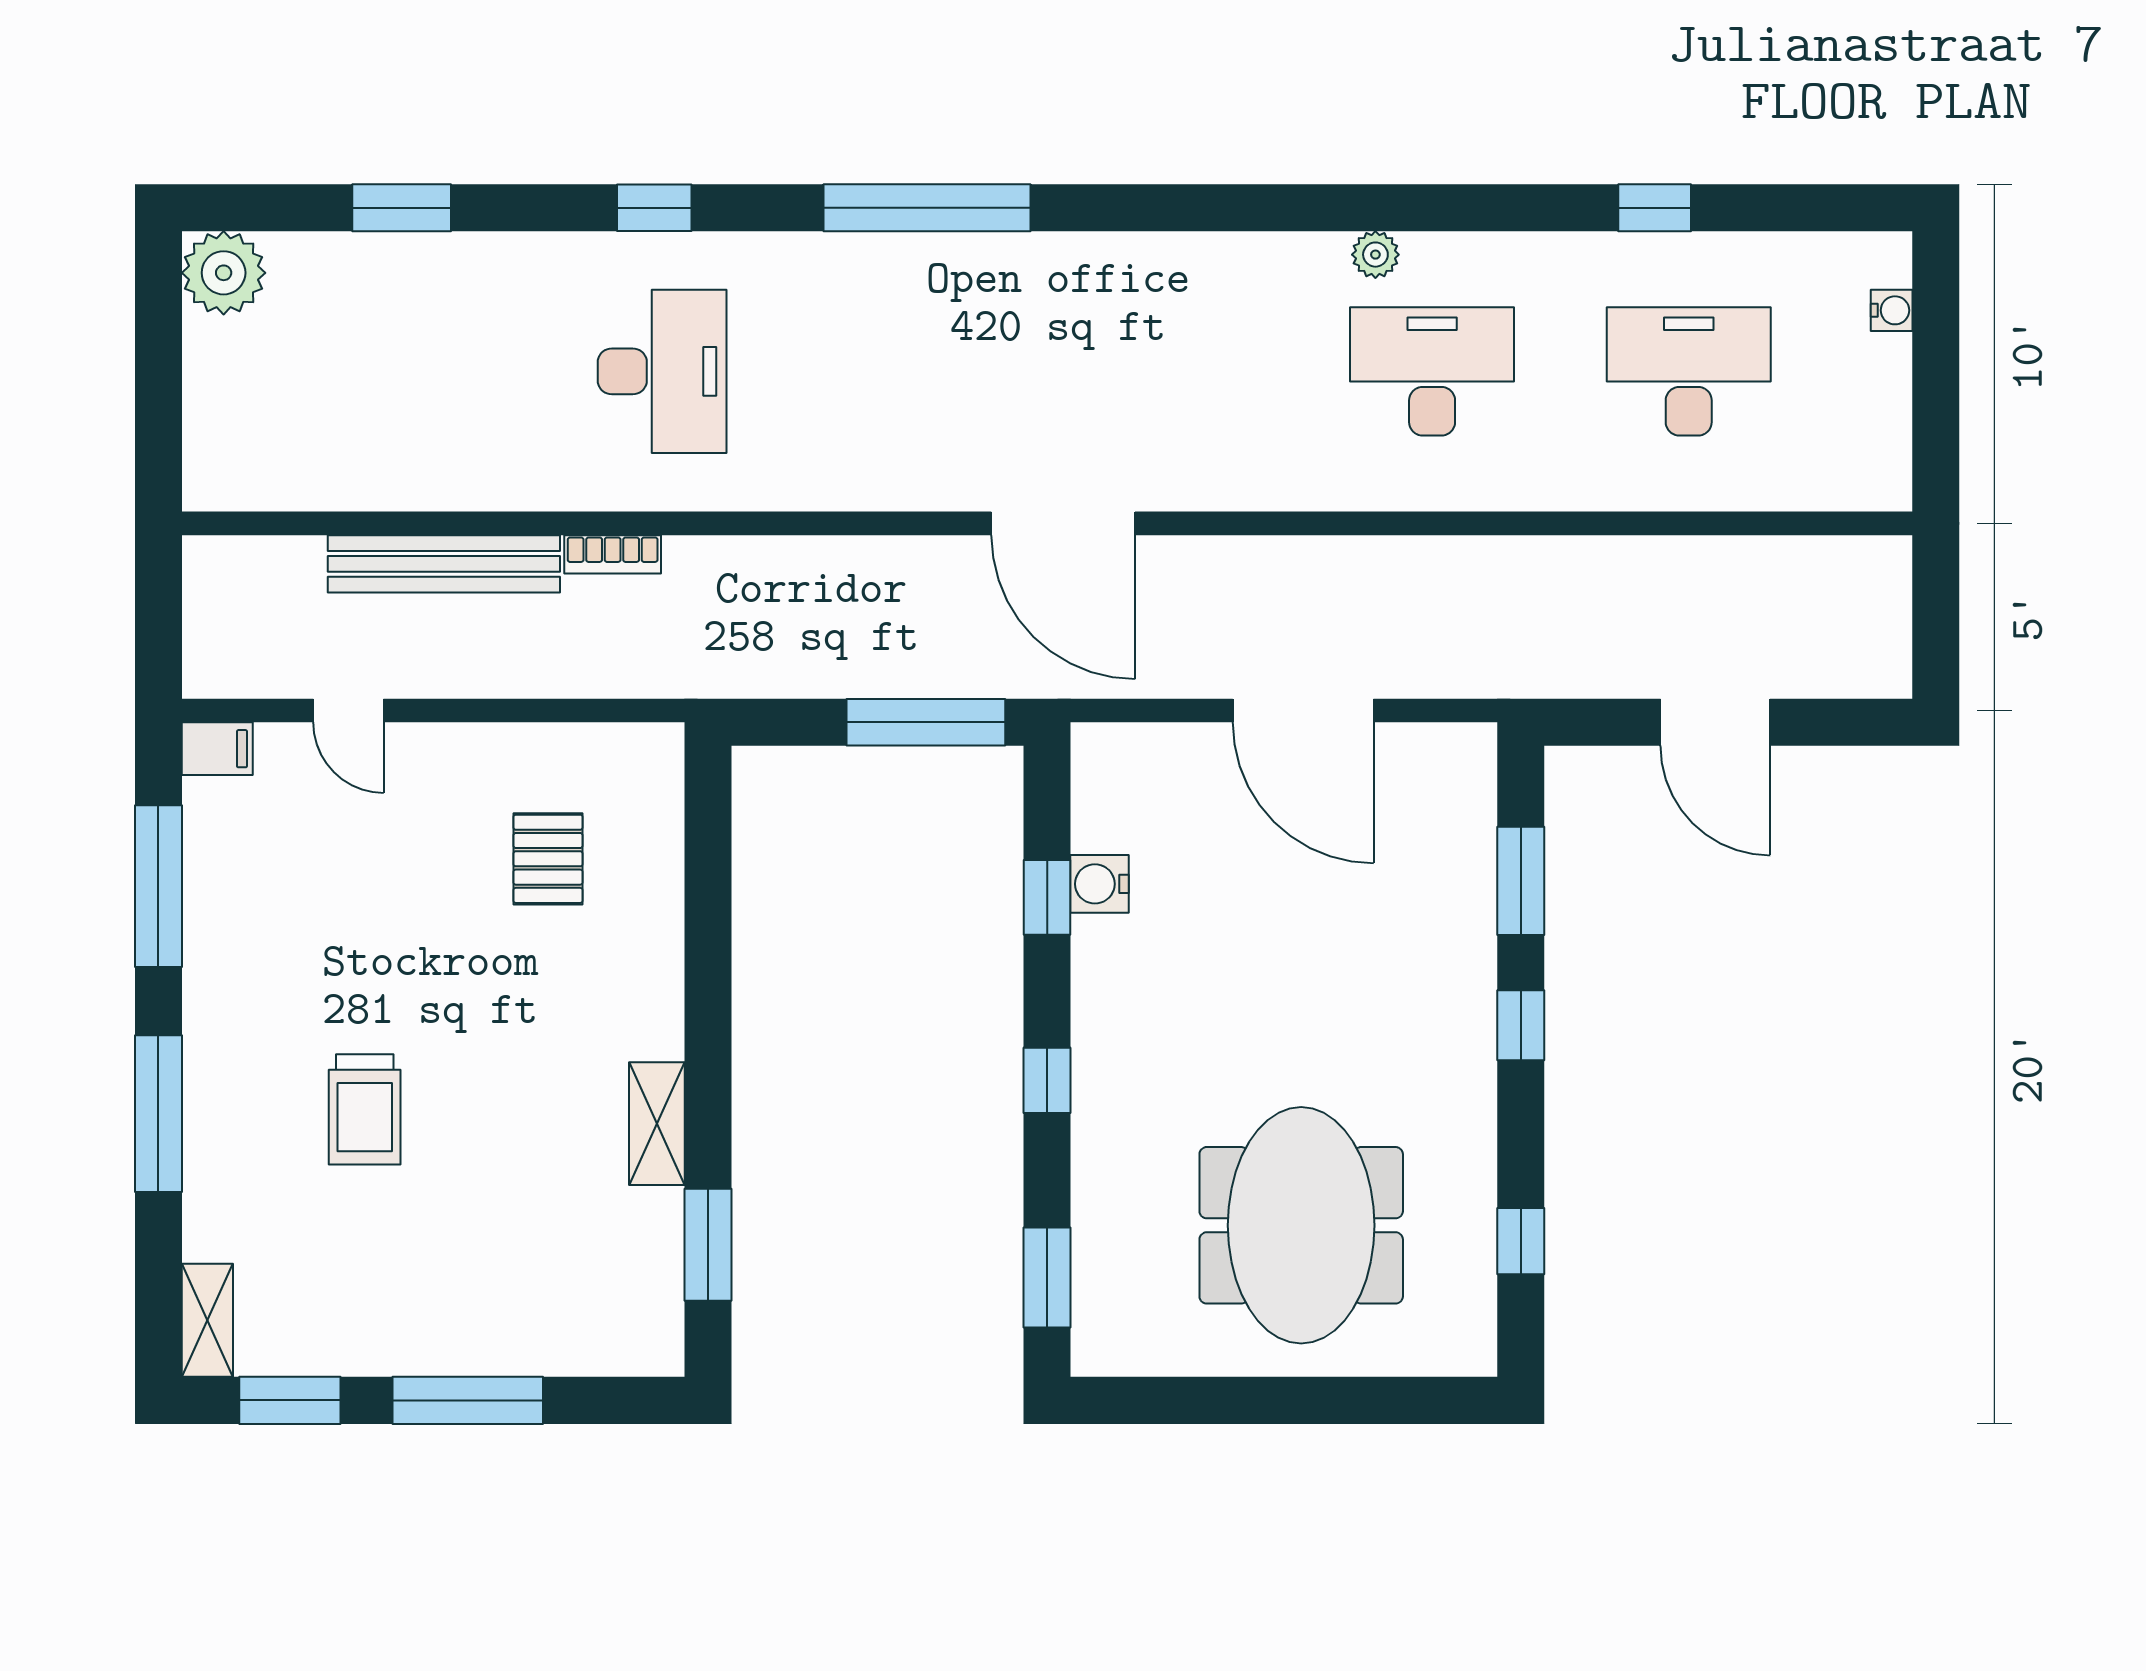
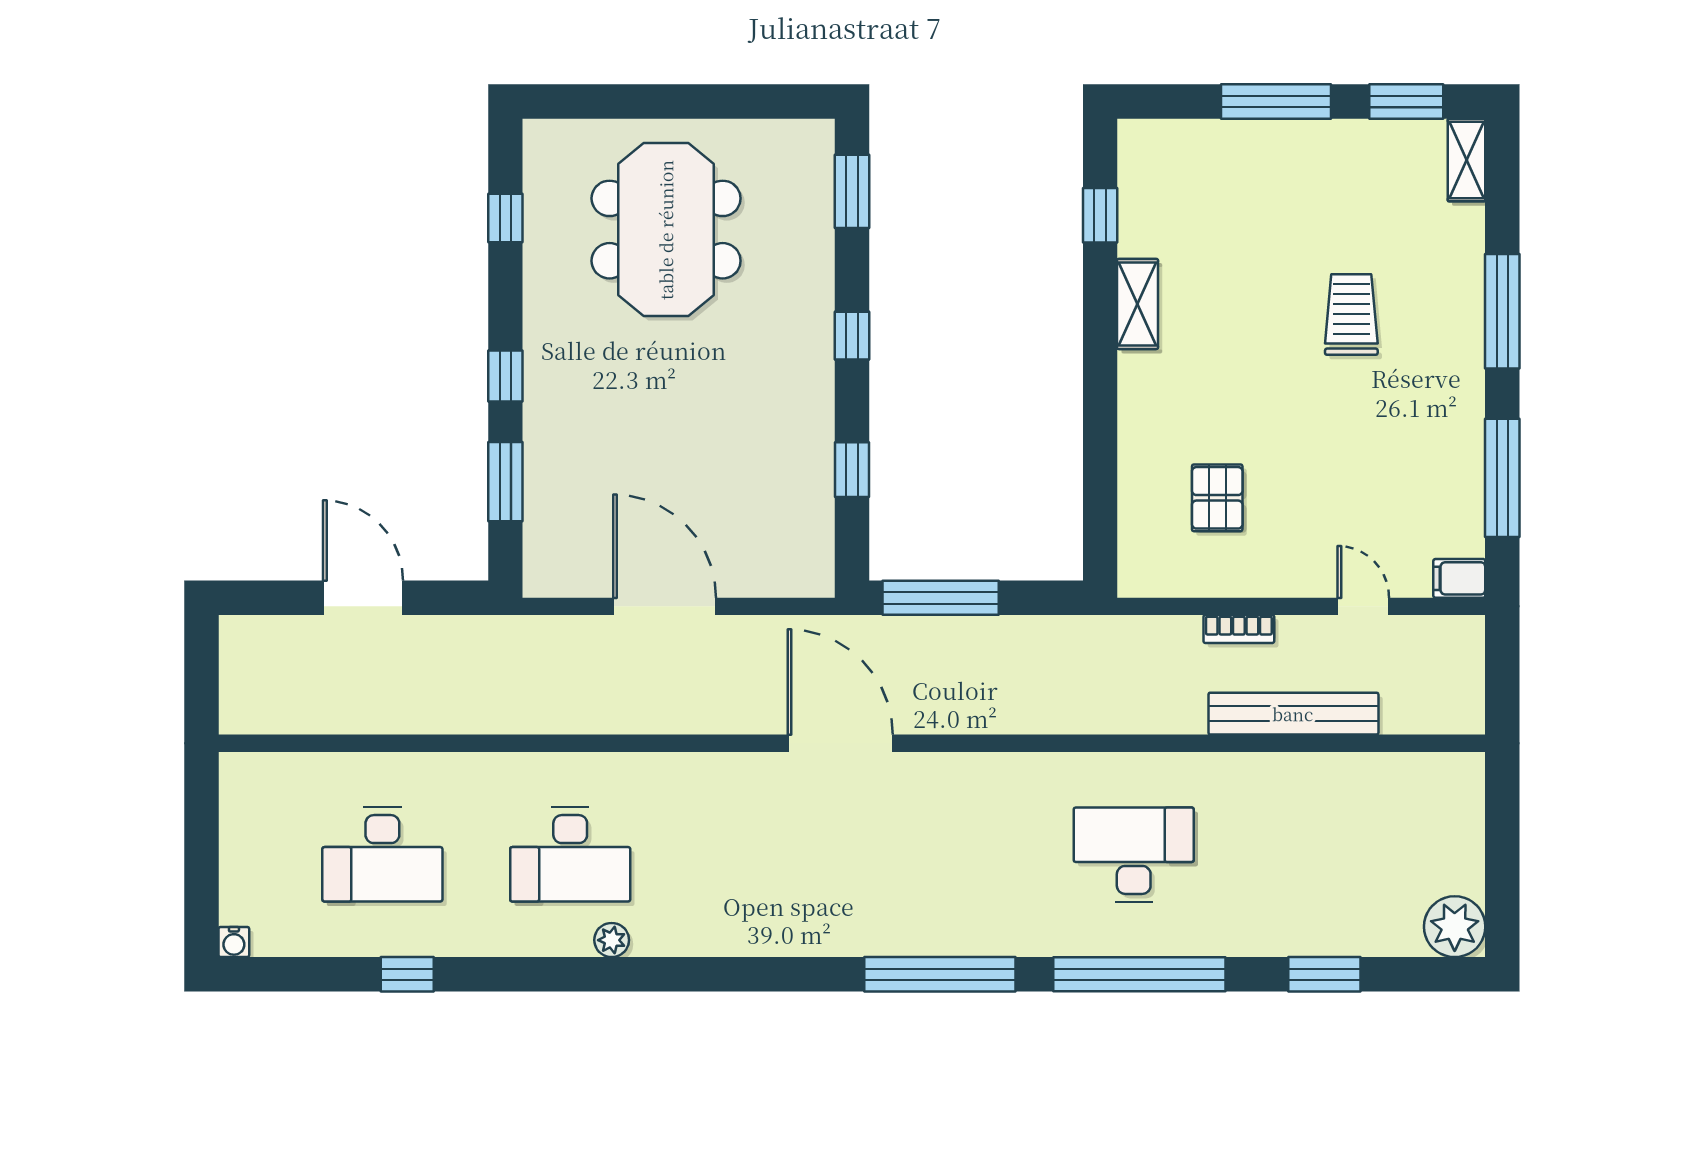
window: (654, 208) -> (1139, 974), width x3.17
water cooler: (1892, 310) -> (234, 942), moved, turned -90
desk: (662, 371) -> (1134, 855), turned 90
bookcase: (613, 554) -> (1239, 629), moved, turned 180
water cooler: (1100, 884) -> (814, 479), removed
window: (708, 1245) -> (1100, 215), width x0.67

